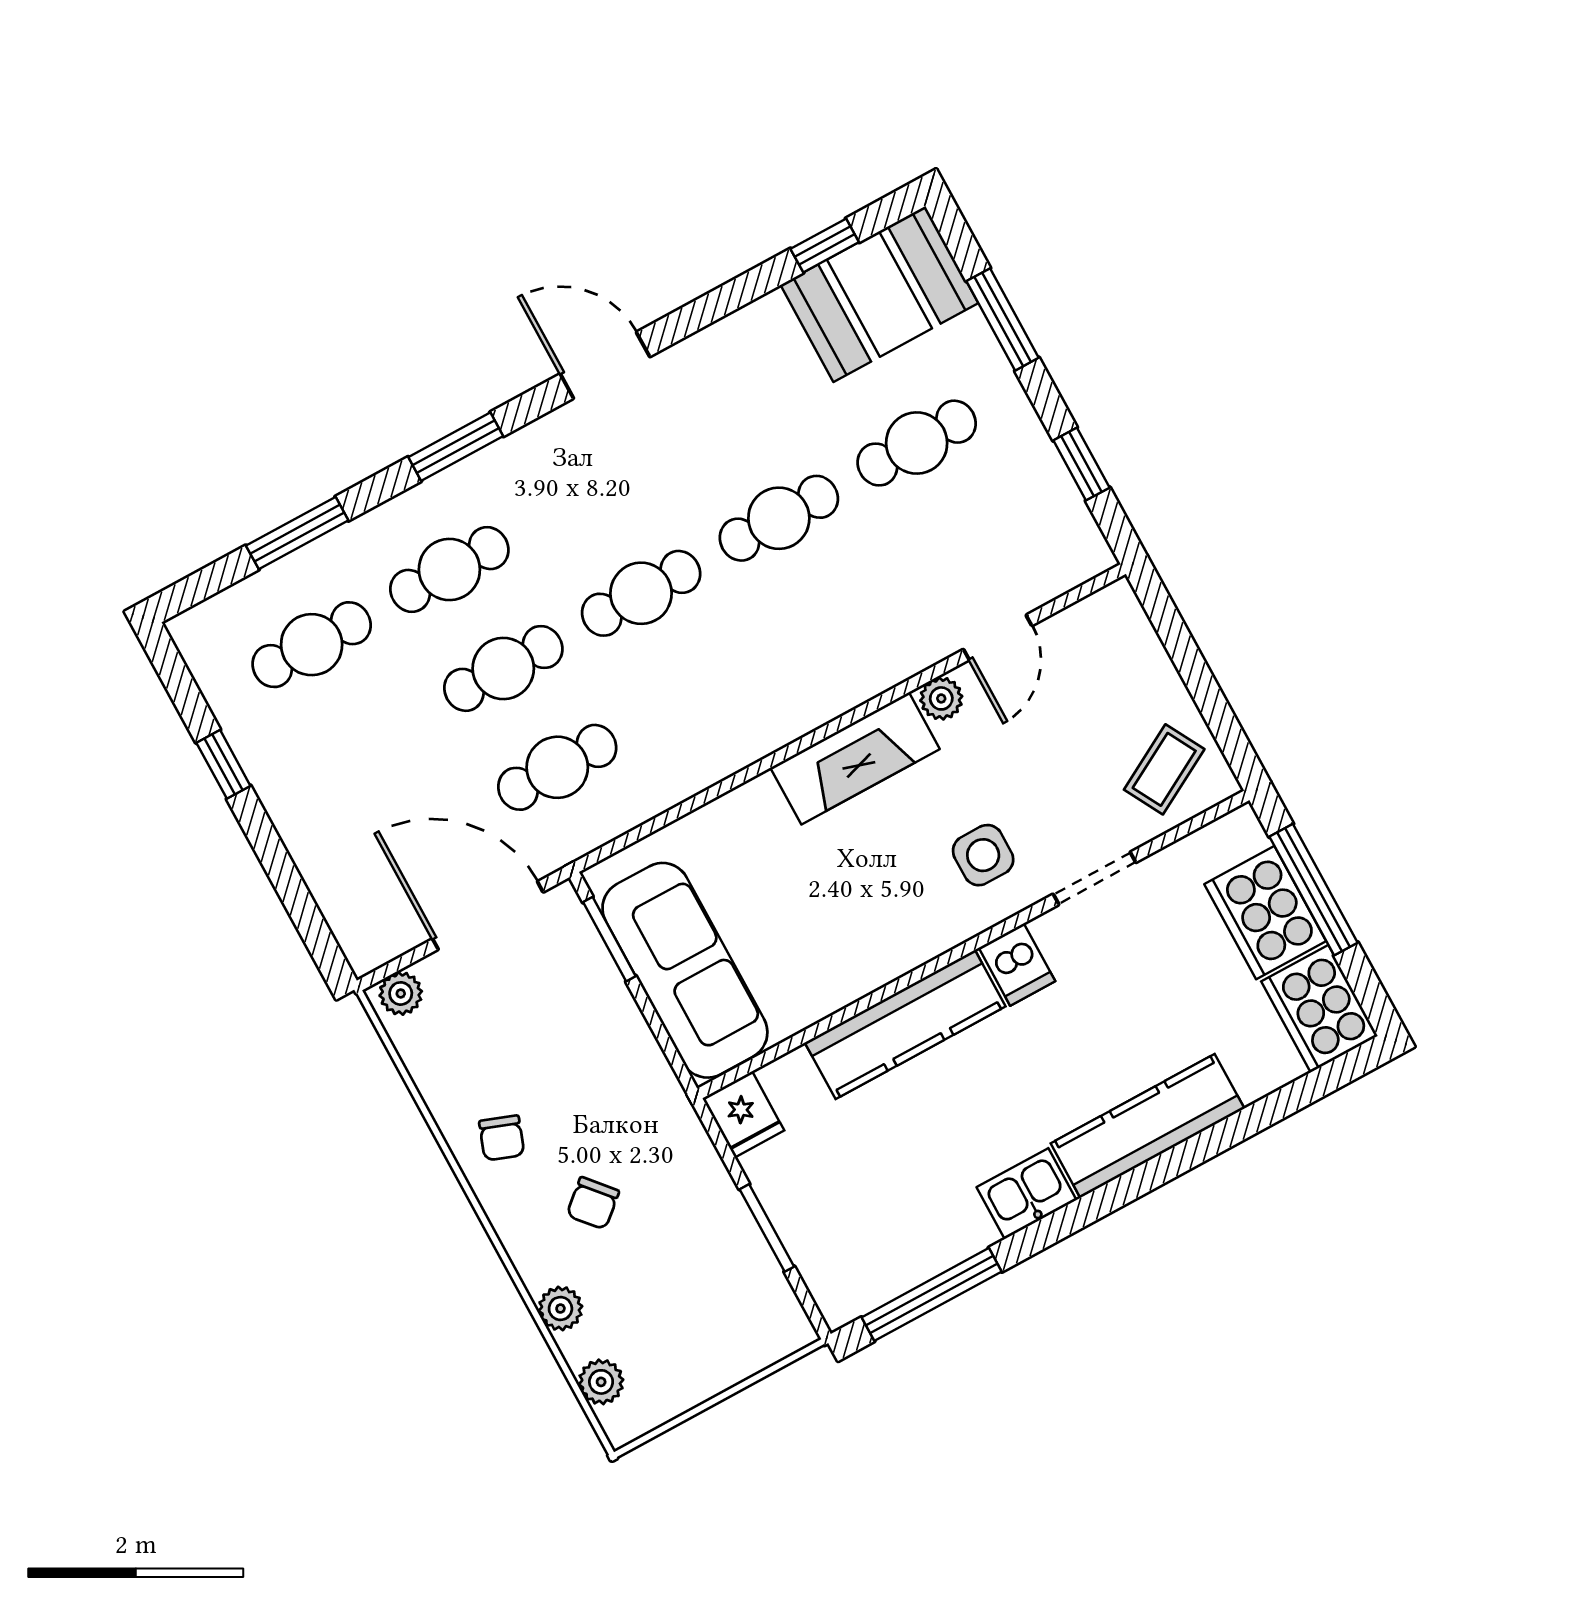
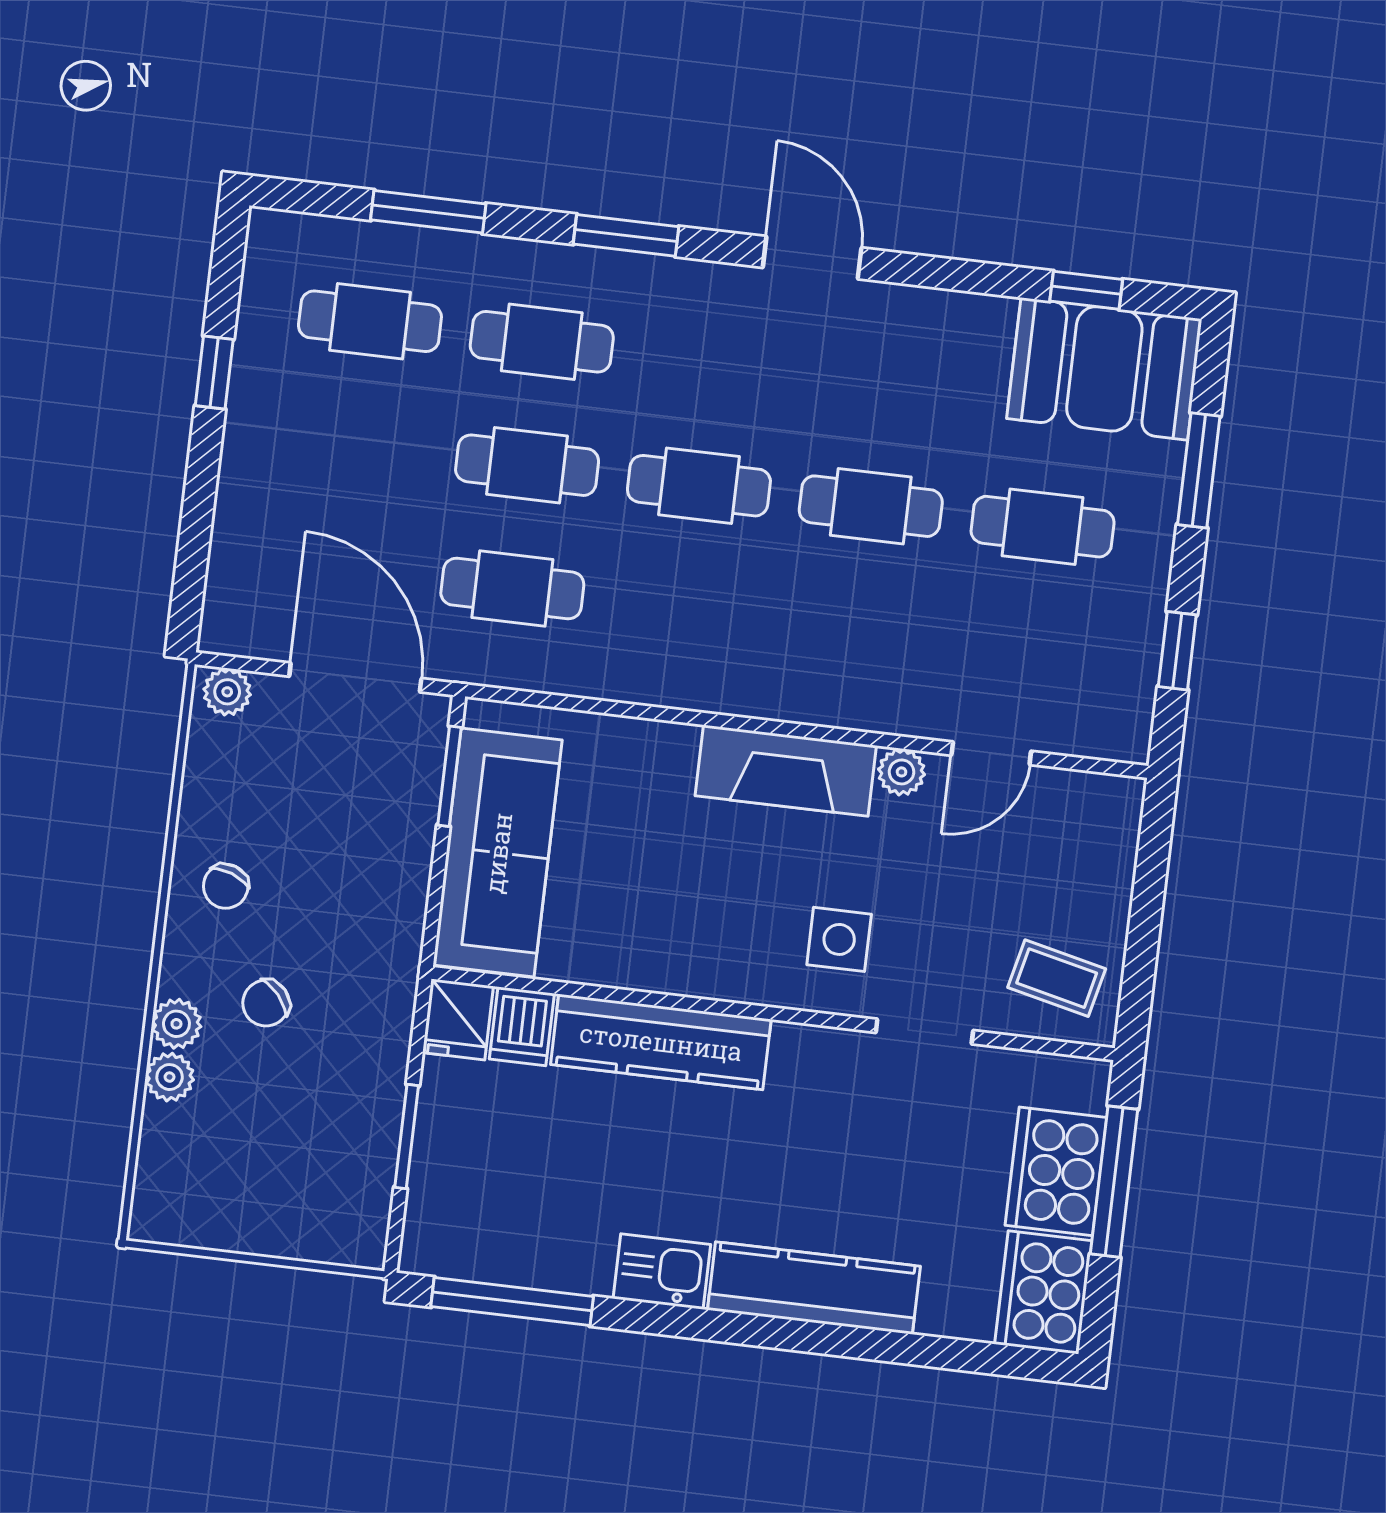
coffee table: (1164, 769) -> (1057, 978), turned 42
dishwasher: (1017, 964) -> (522, 1026), moved
plant: (601, 1382) -> (176, 1024), moved

